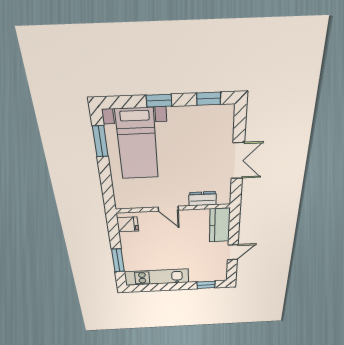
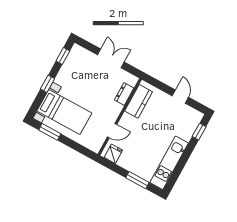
door: (168, 209) -> (112, 131), moved
kitchen counter: (220, 225) -> (139, 101), moved, turned -90

